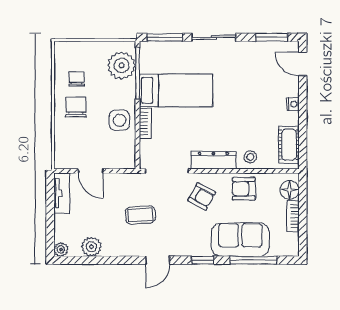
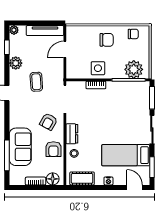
door: (303, 64) -> (135, 187), hinge flipped
chair: (77, 79) -> (133, 34), moved
bed: (176, 90) -> (126, 155), moved, turned 90
dresser: (213, 160) -> (72, 134), width x0.70
armchair: (244, 189) -> (53, 149), turned 180
tv unit: (62, 193) -> (45, 31), width x1.41
plant: (91, 247) -> (16, 63), moved
window: (203, 260) -> (7, 47), moved

